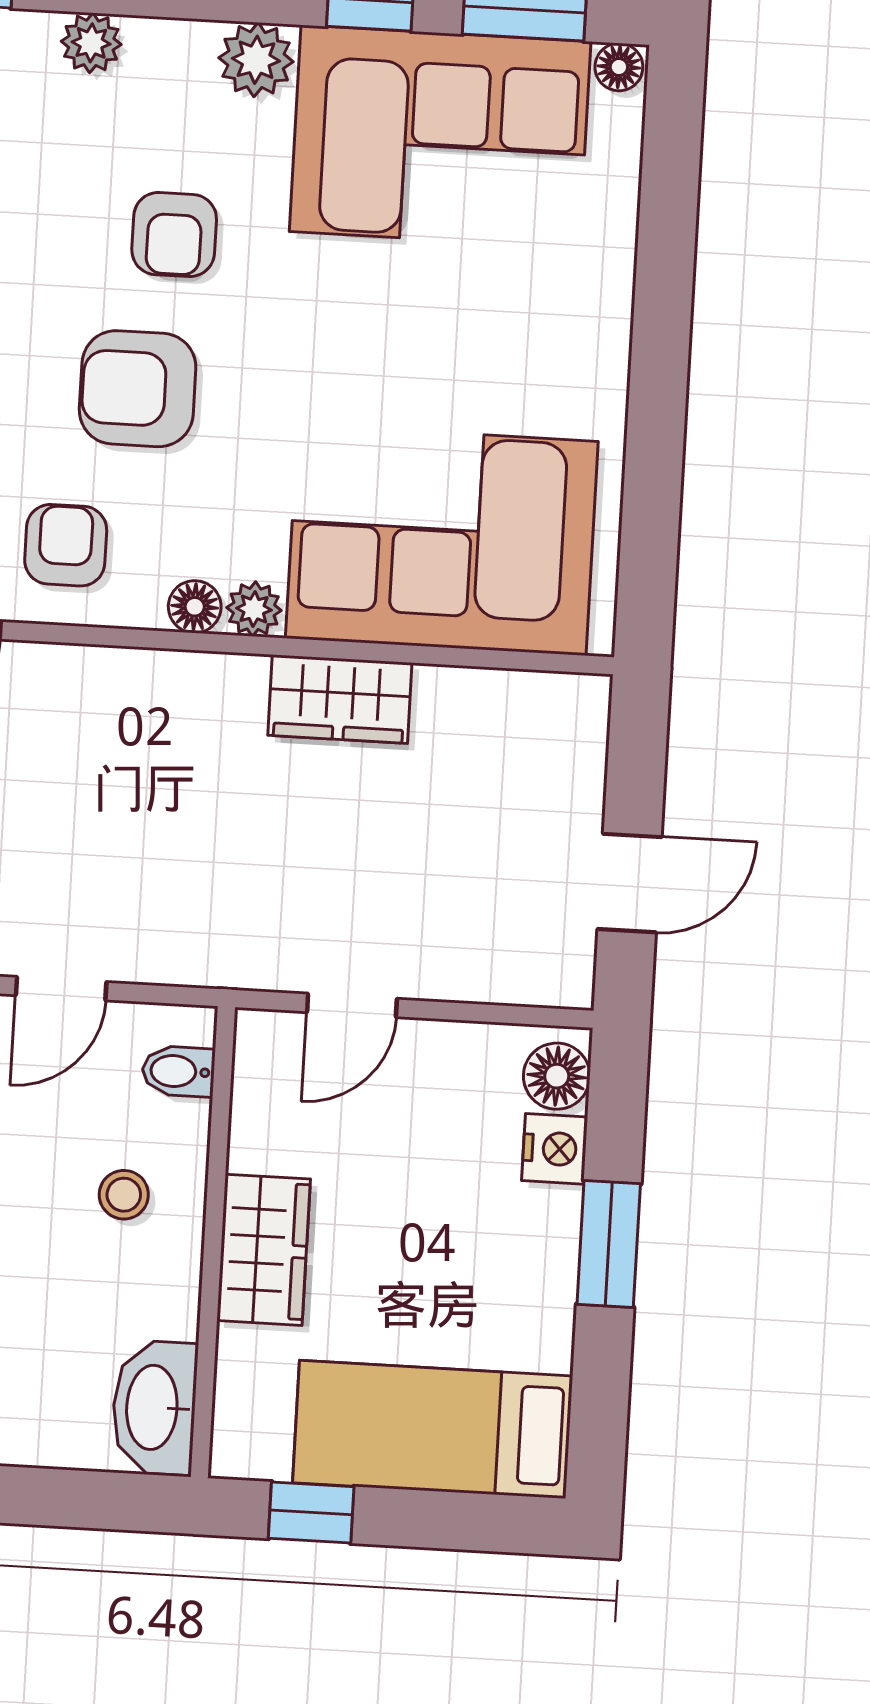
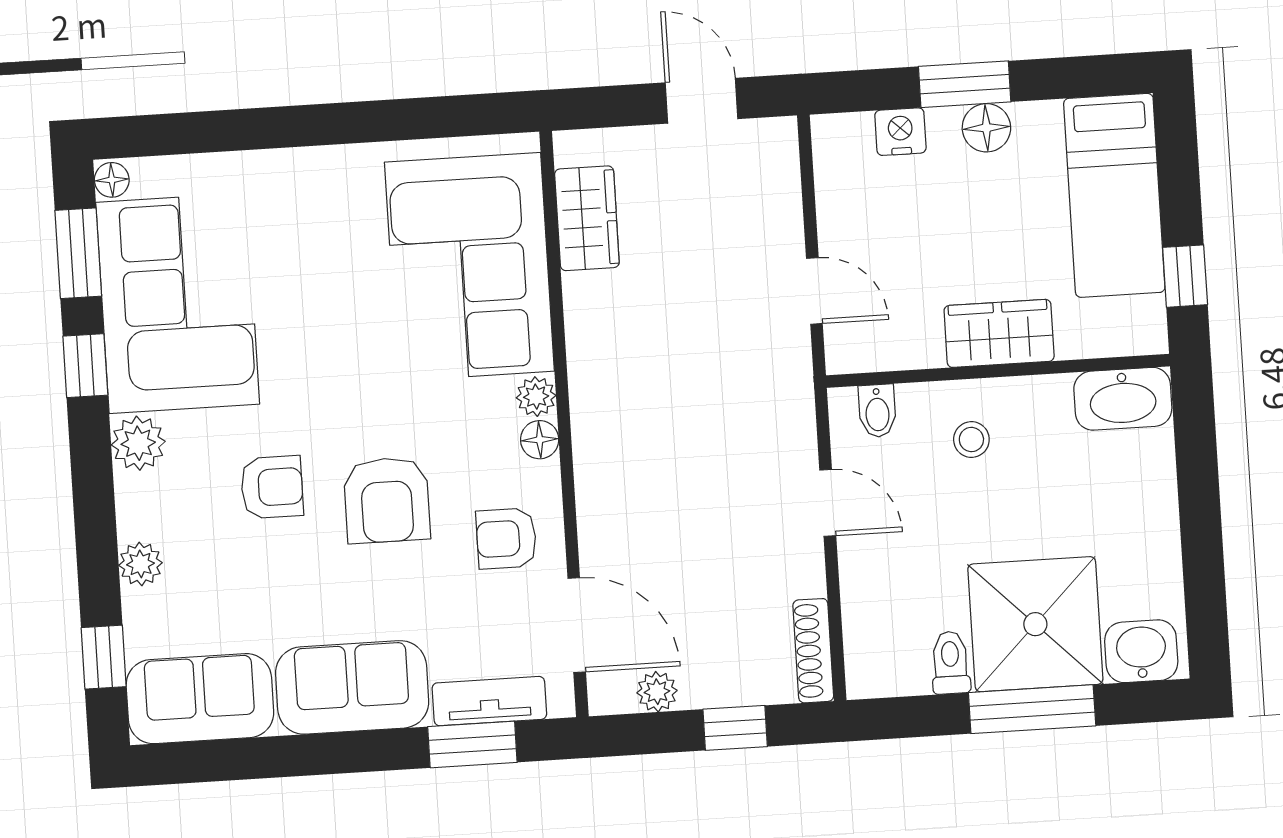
wardrobe: (340, 699) -> (587, 218), moved
floor lamp: (557, 1076) -> (986, 128), moved

